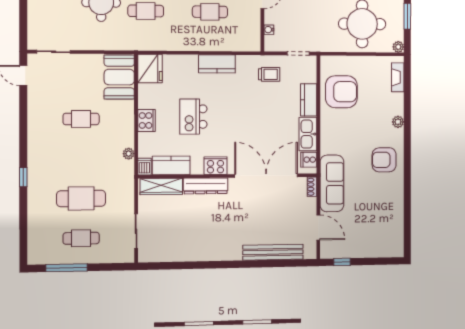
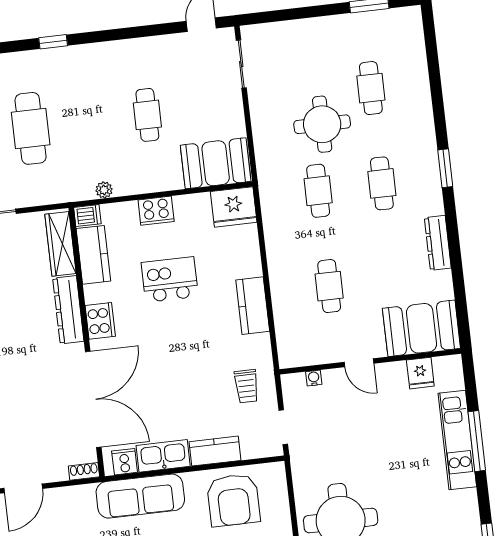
sofa: (332, 183) -> (140, 496), moved

